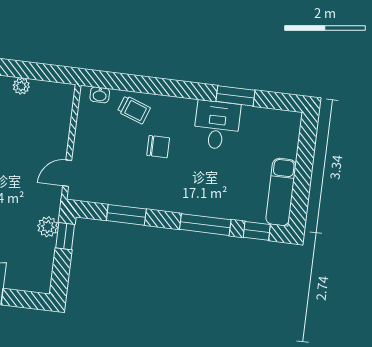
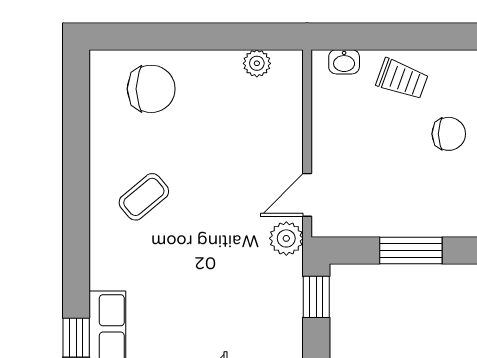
plant: (21, 86) -> (257, 63), moved
plant: (48, 227) -> (286, 238), moved

